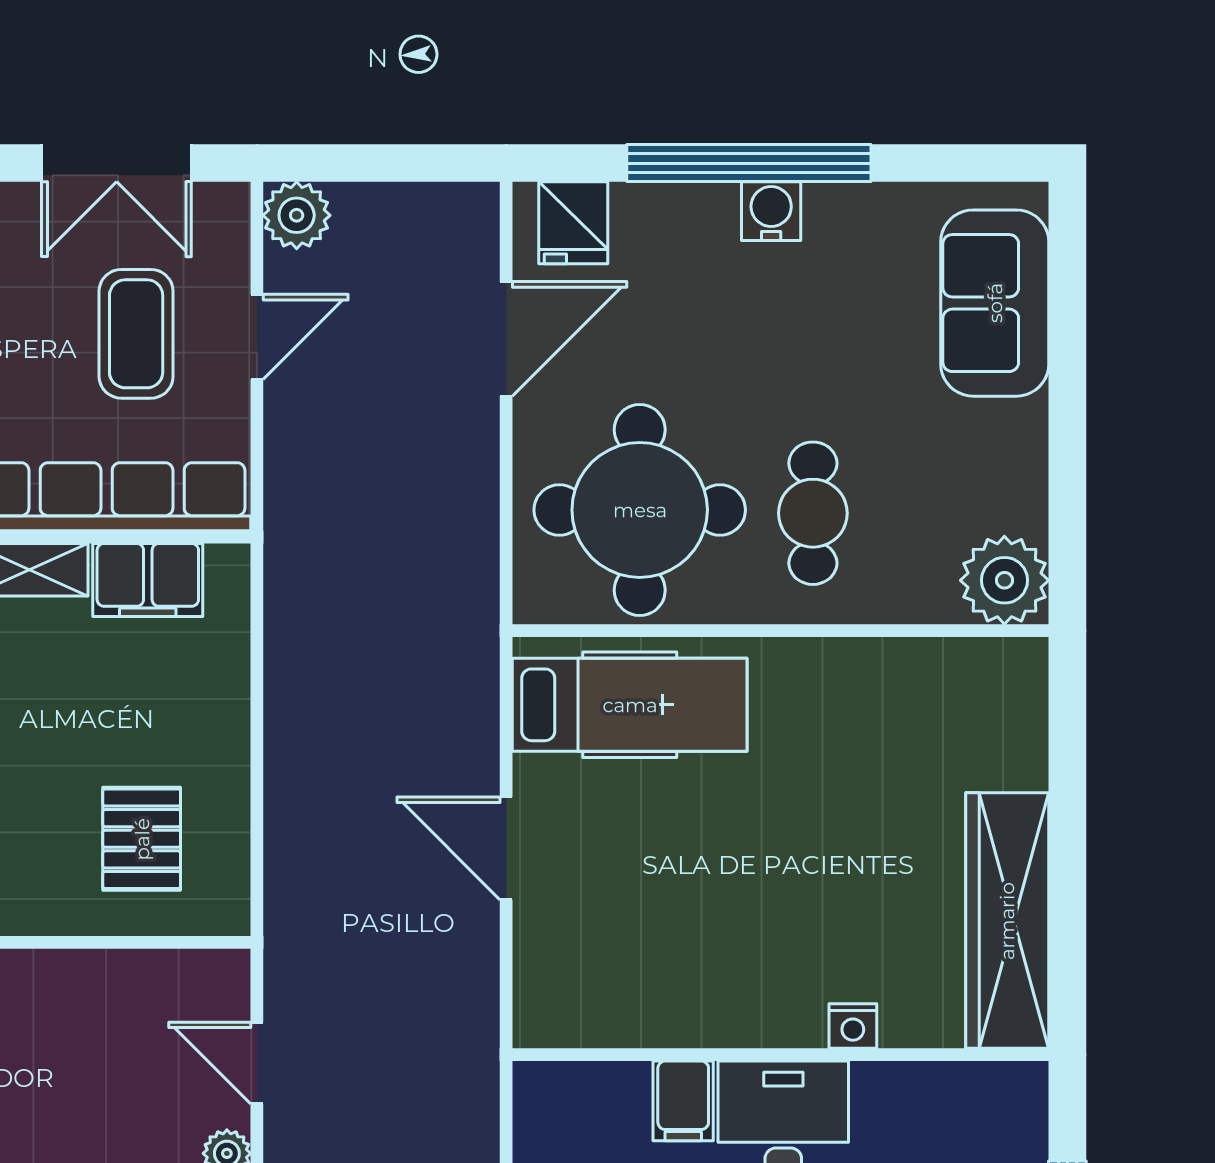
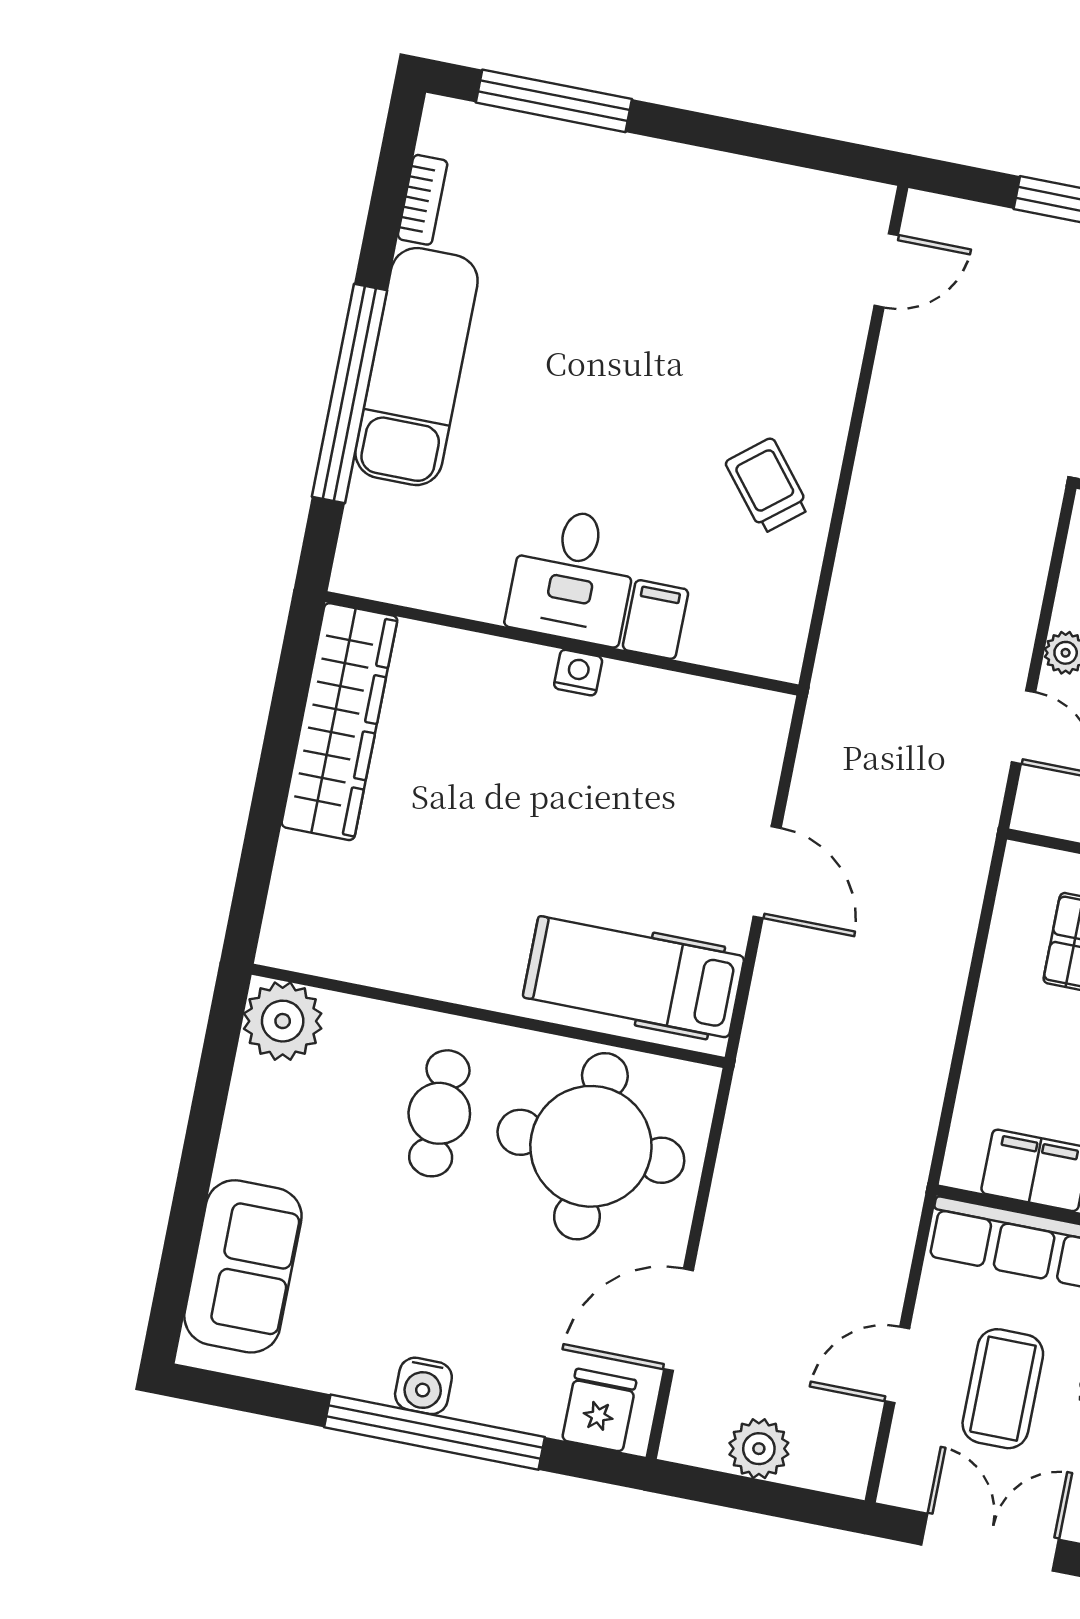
plant: (297, 215) -> (759, 1449), moved
nightstand: (853, 1026) -> (578, 673), moved

